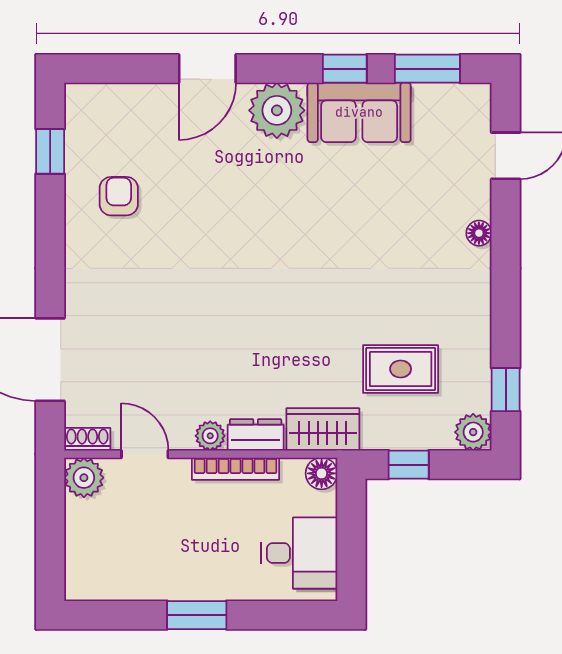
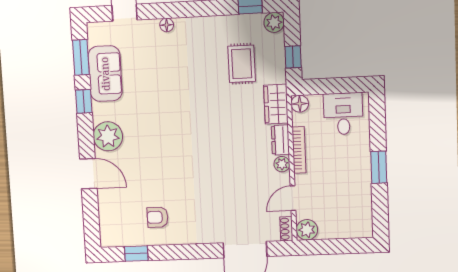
sofa: (359, 112) -> (105, 74), moved

